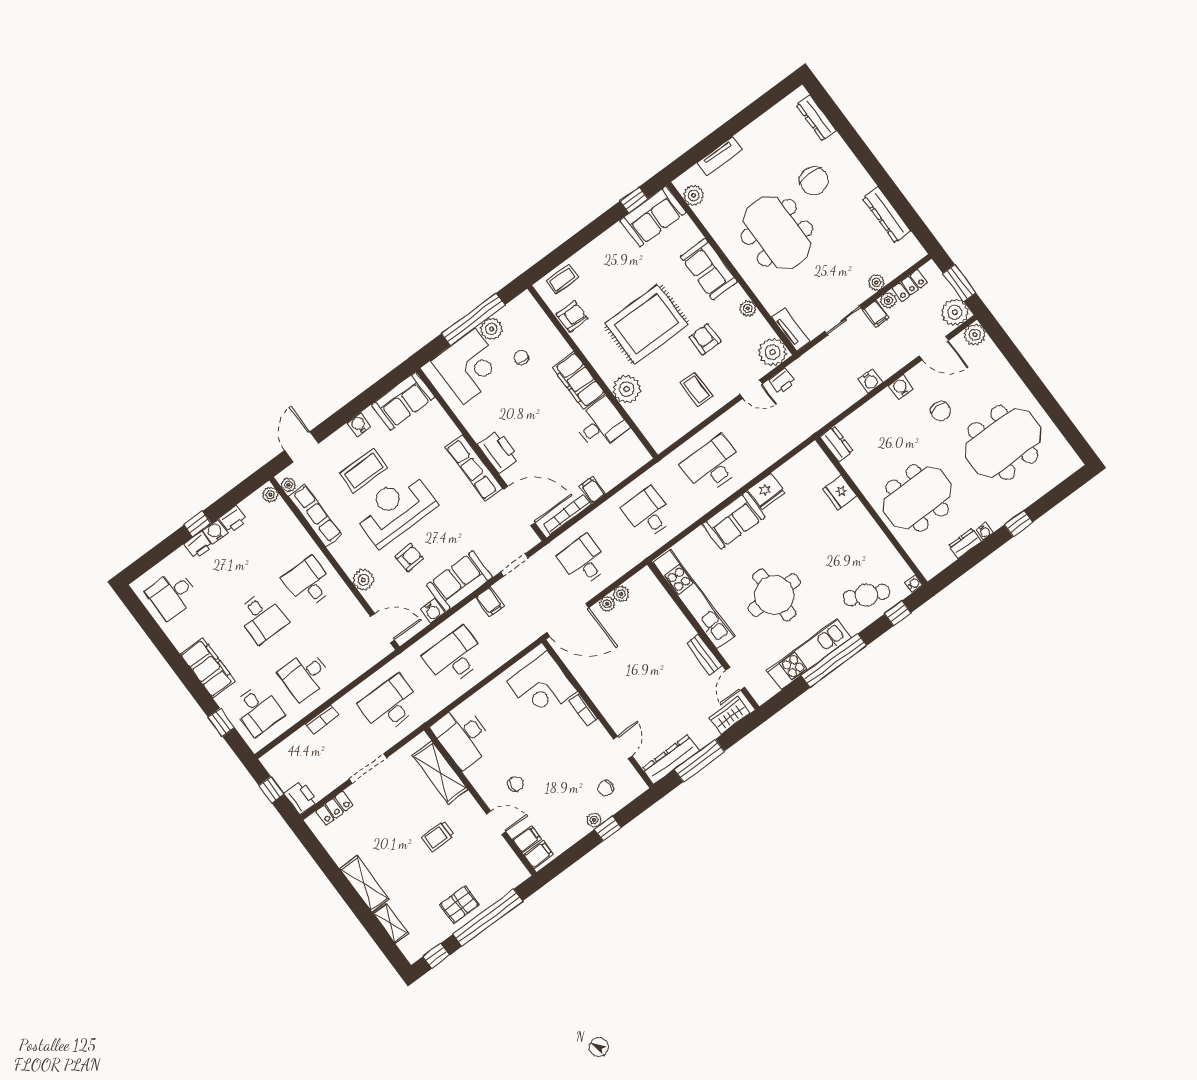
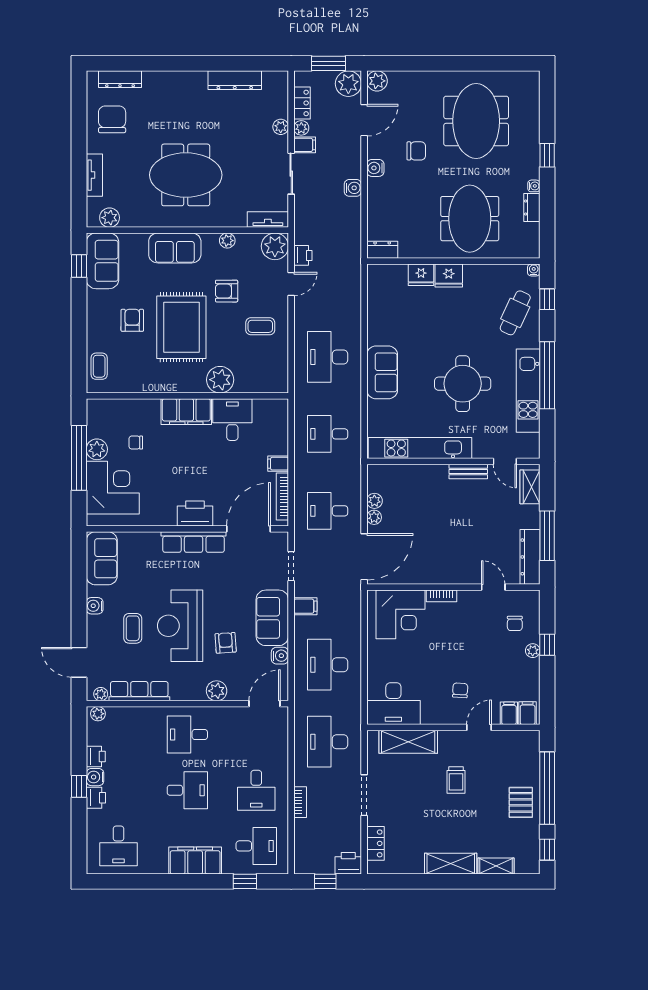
chair: (814, 181) -> (112, 119), moved, turned -90
armchair: (572, 316) -> (132, 320), moved
coffee table: (364, 471) -> (133, 628), width x0.73, depth x0.77
fridge: (766, 491) -> (449, 276), moved, turned 90

